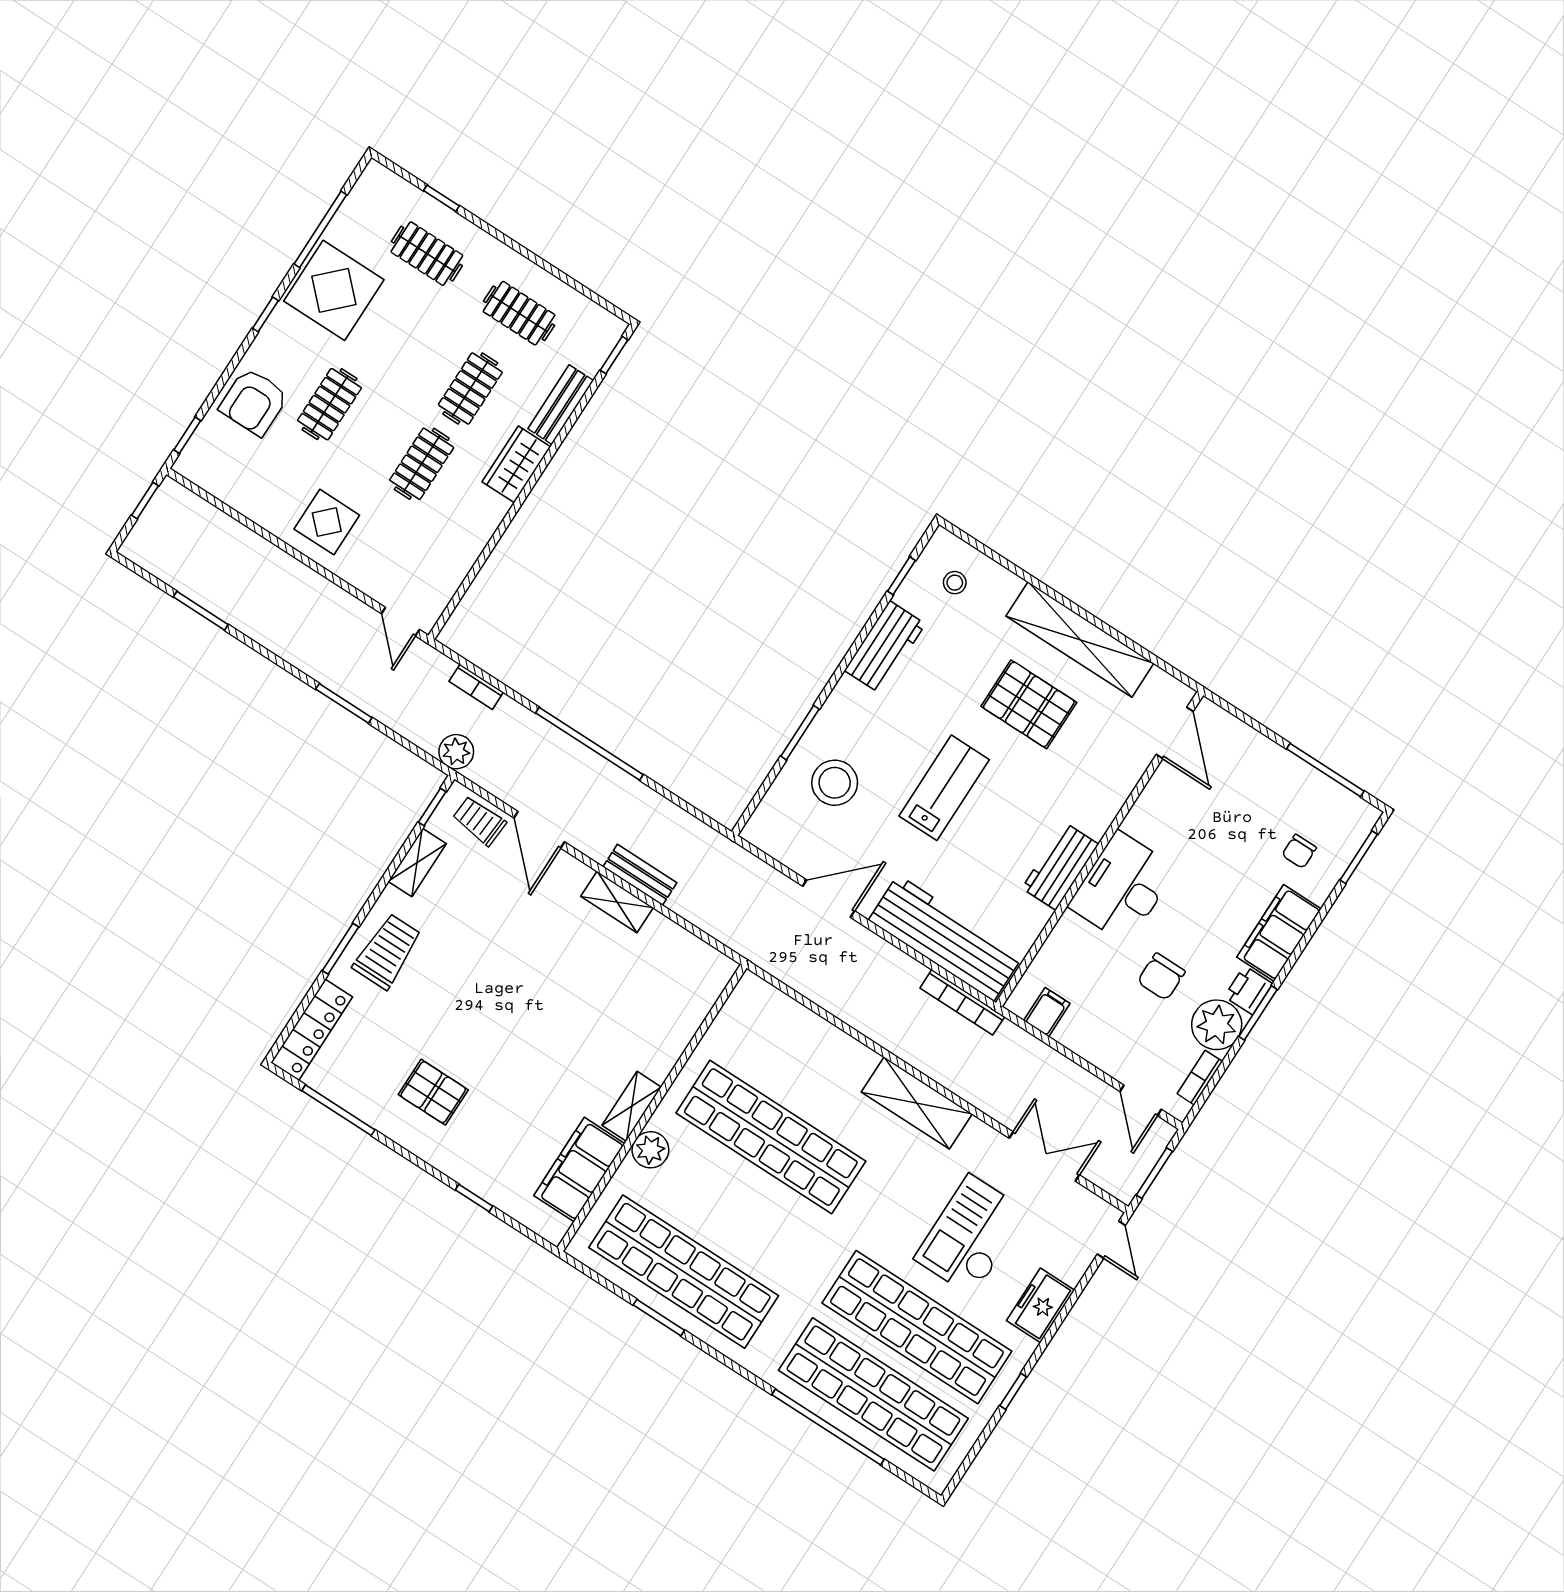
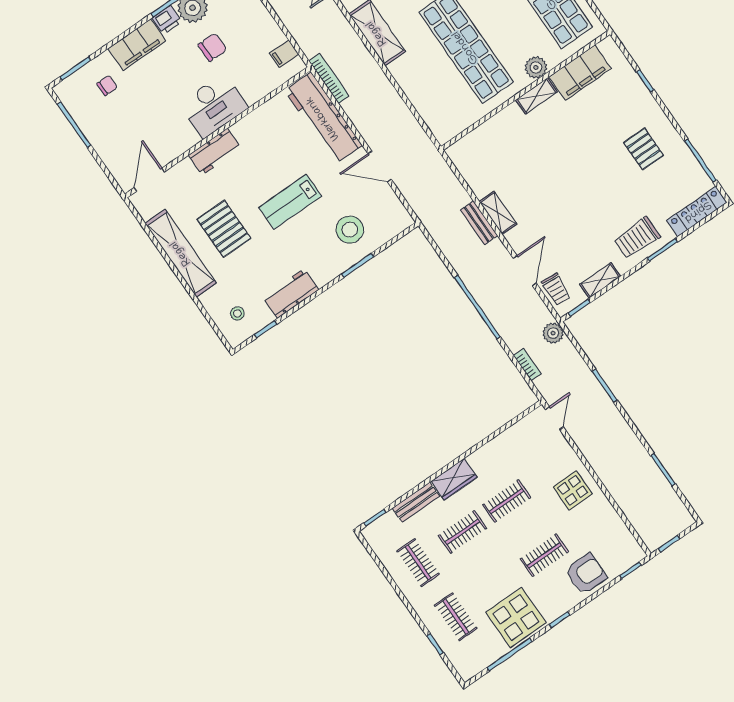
workbench: (1060, 866) -> (215, 152), moved

